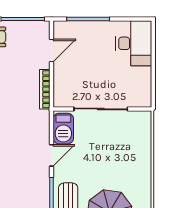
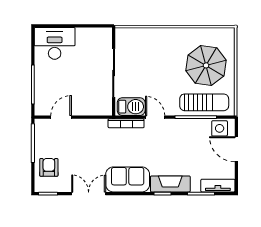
door: (52, 51) -> (61, 117), hinge flipped
bookcase: (45, 89) -> (126, 123), moved

